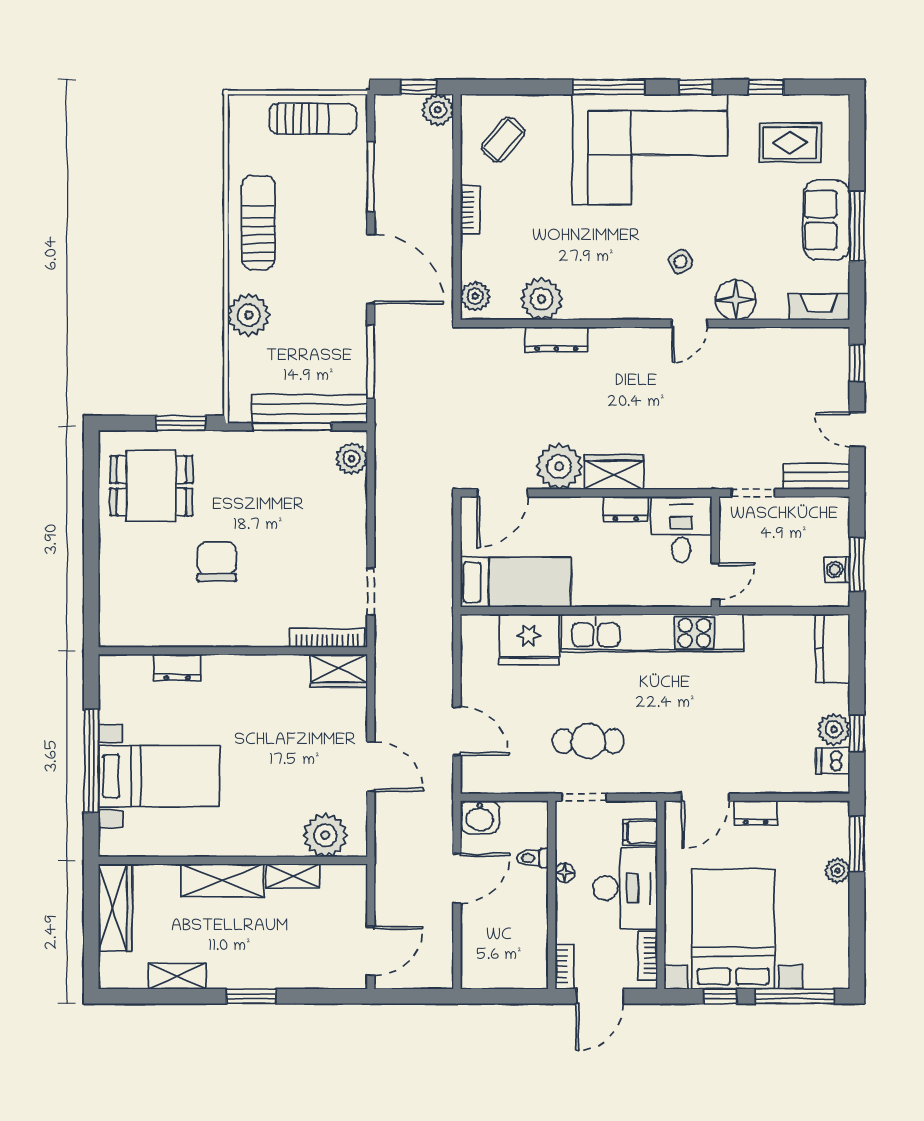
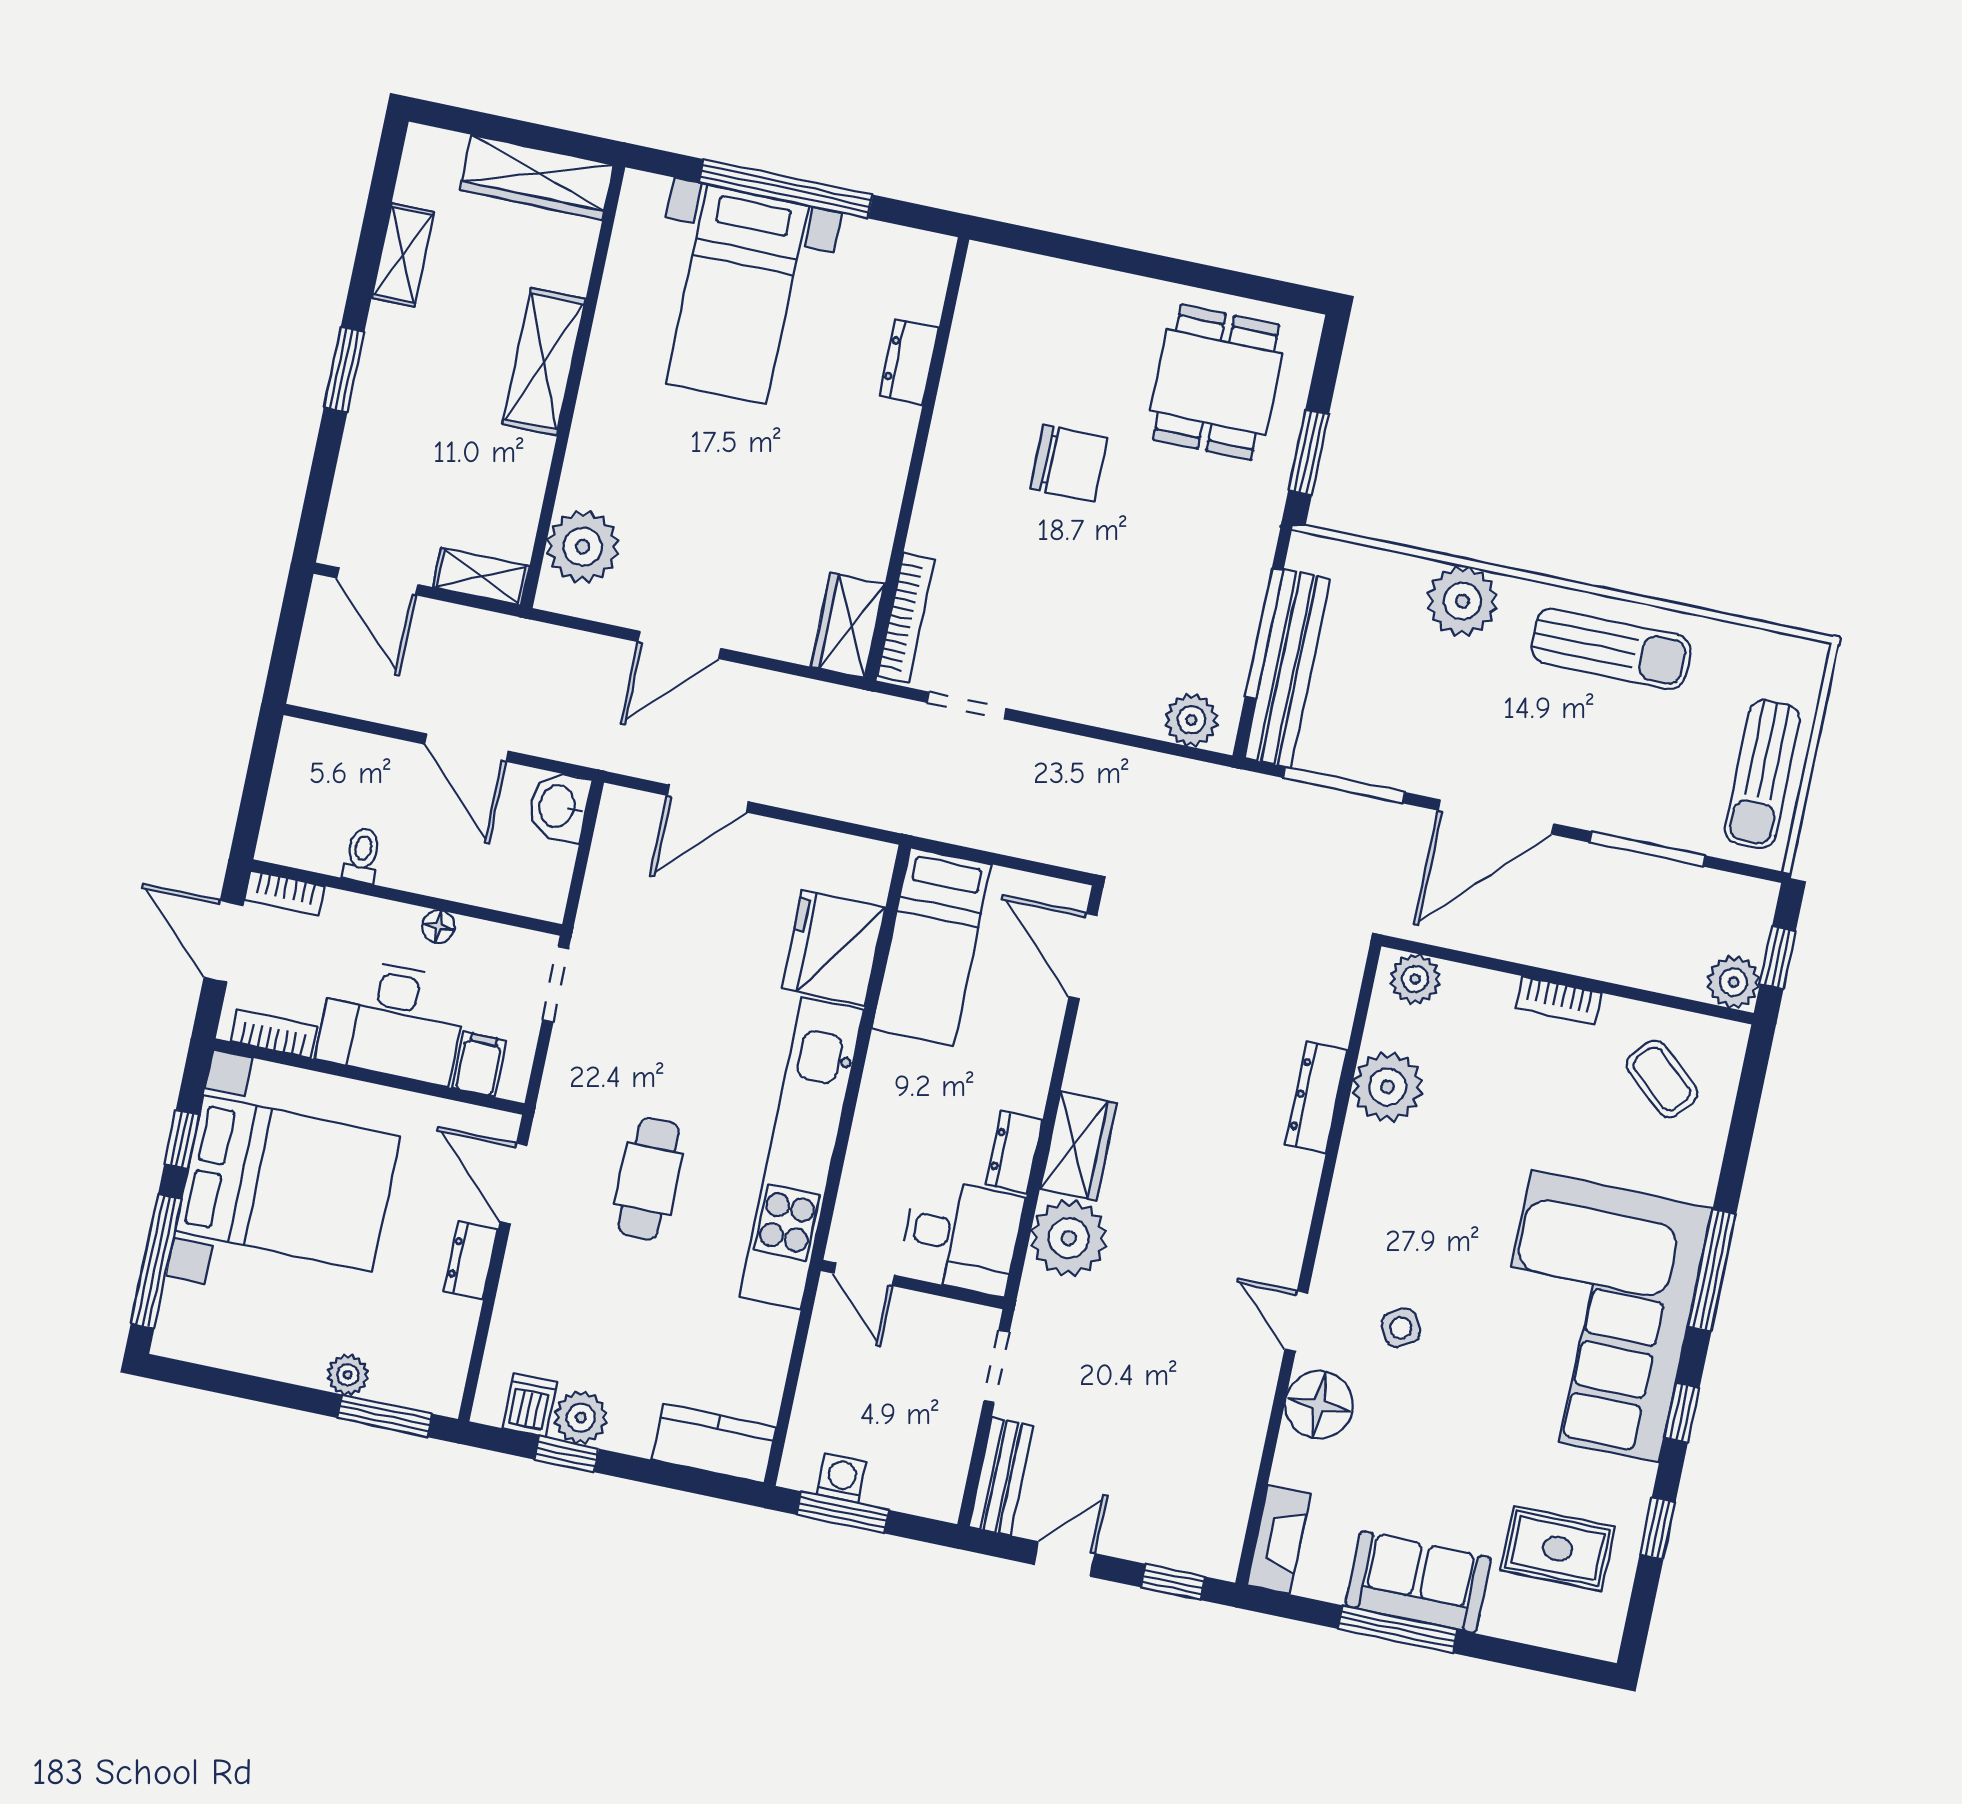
rug: (790, 143) -> (1558, 1548), turned 90
plant: (559, 466) -> (1069, 1238), moved
cafe table: (588, 741) -> (649, 1179), moved
toilet: (532, 858) -> (362, 855), moved
shelving: (293, 876) -> (481, 577), moved, turned 90

